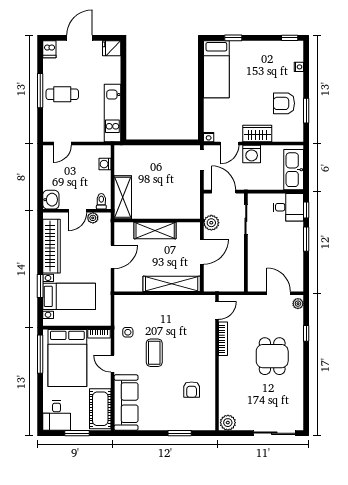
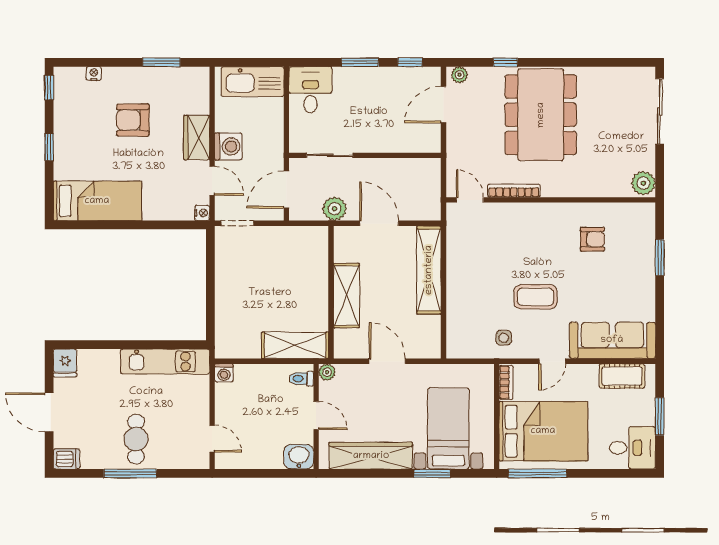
window: (233, 38) -> (49, 147), moved
armchair: (284, 103) -> (133, 120), moved, turned 90
washing machine: (105, 164) -> (224, 373), moved
window: (306, 210) -> (410, 62), moved
plant: (93, 218) -> (327, 372), moved
dining table: (272, 356) -> (541, 115), width x1.88, depth x1.24
cot: (100, 409) -> (622, 376), width x0.73, depth x0.75

